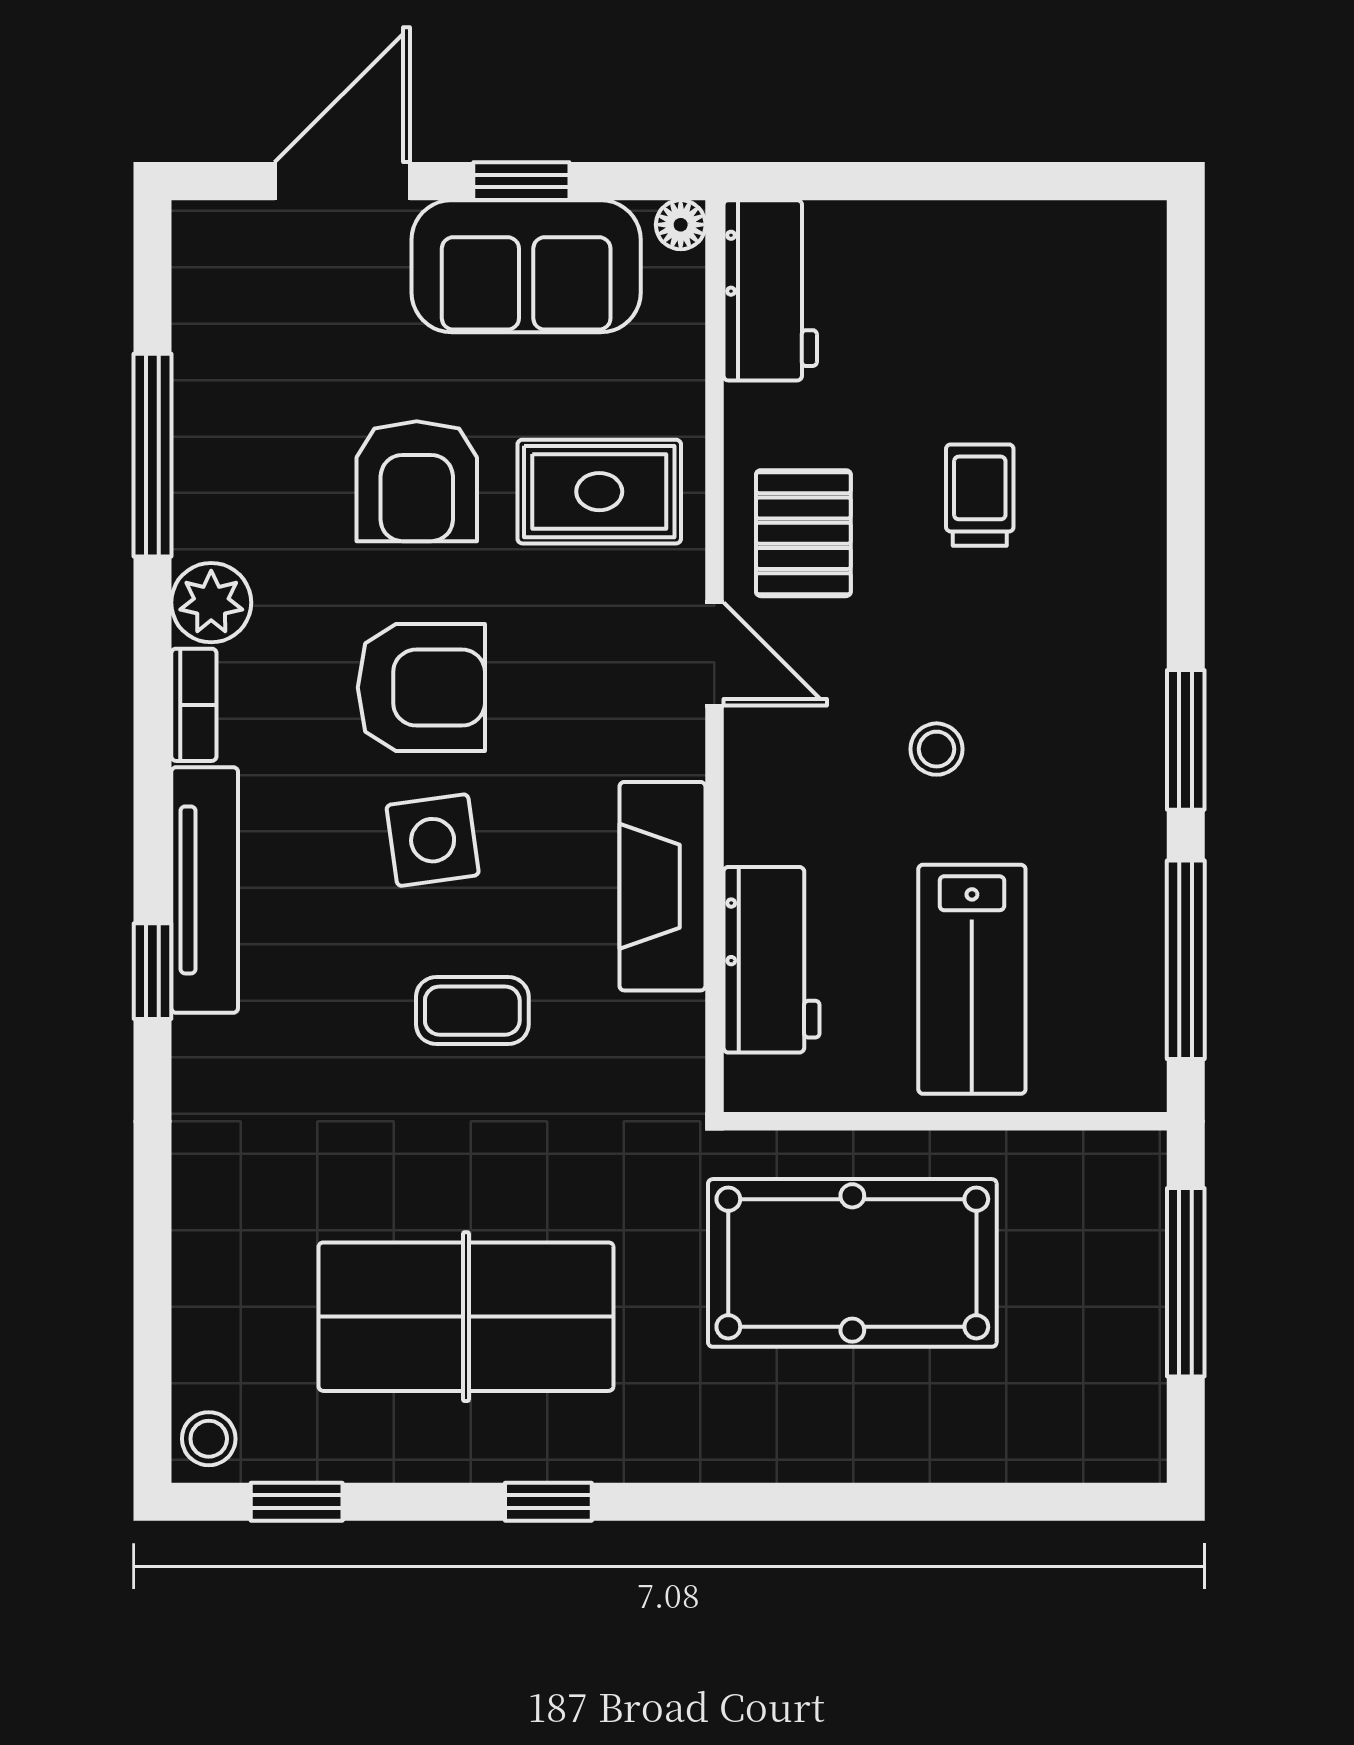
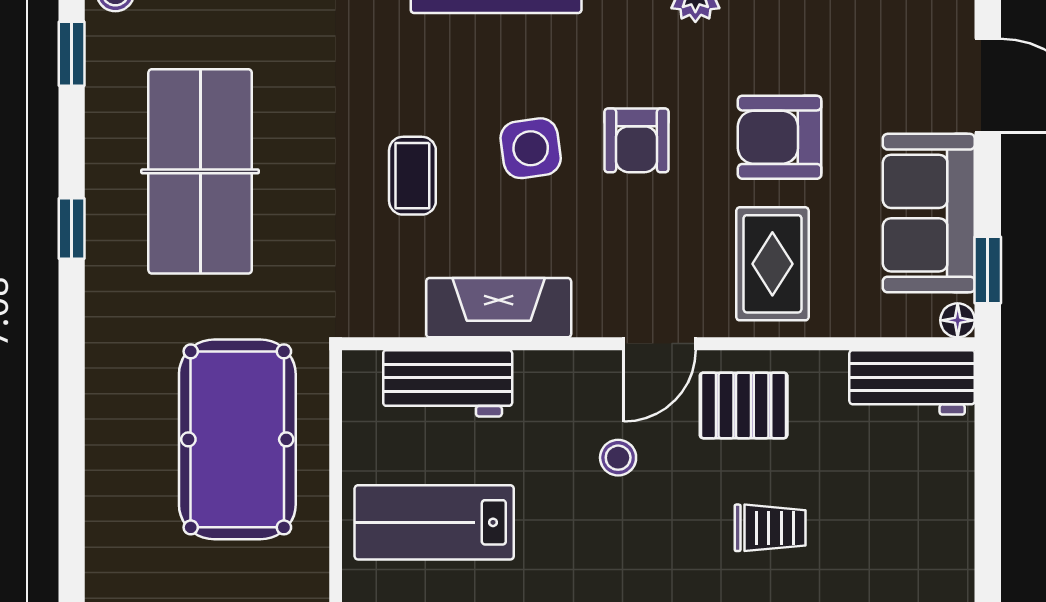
window: (521, 181) -> (988, 270), moved
armchair: (421, 688) -> (637, 140), width x0.72, depth x0.72
stool: (937, 749) -> (618, 458), moved

